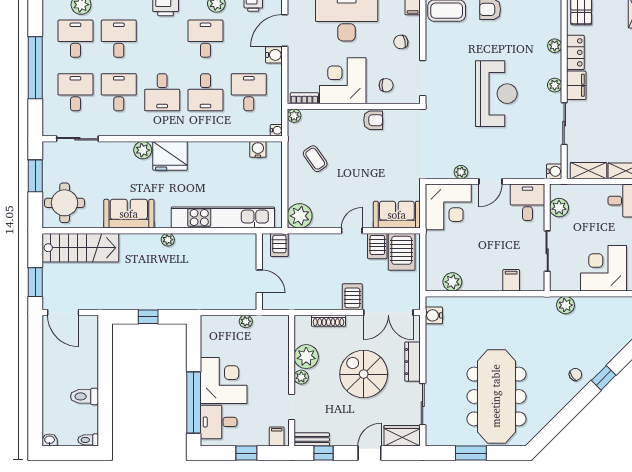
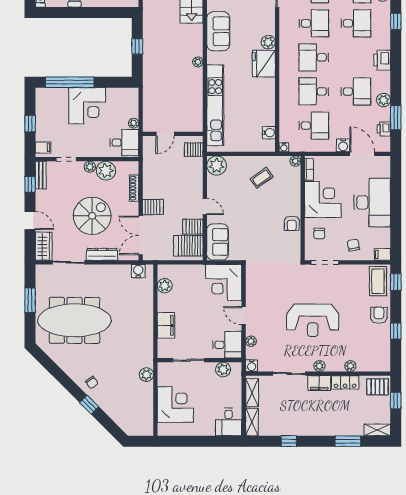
plant: (461, 172) -> (251, 341), moved
filing cabinet: (511, 280) -> (166, 325), width x2.00
desk: (219, 422) -> (124, 143), moved, turned 90

